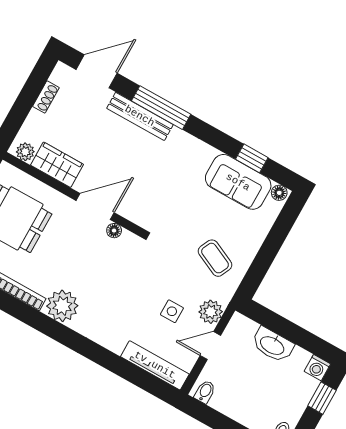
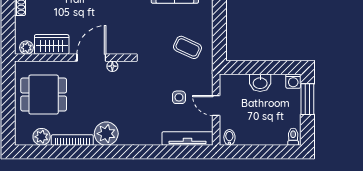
plant: (211, 312) -> (204, 84), removed
door: (210, 345) -> (216, 106), hinge flipped
washbasin: (272, 345) -> (260, 83), width x0.72
window: (322, 398) -> (307, 99), width x1.50

